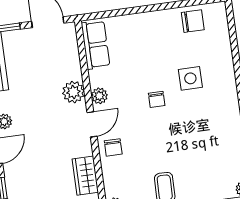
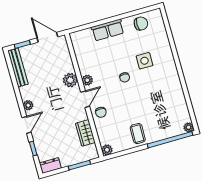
row of seats: (95, 45) -> (108, 30), moved, turned 90

